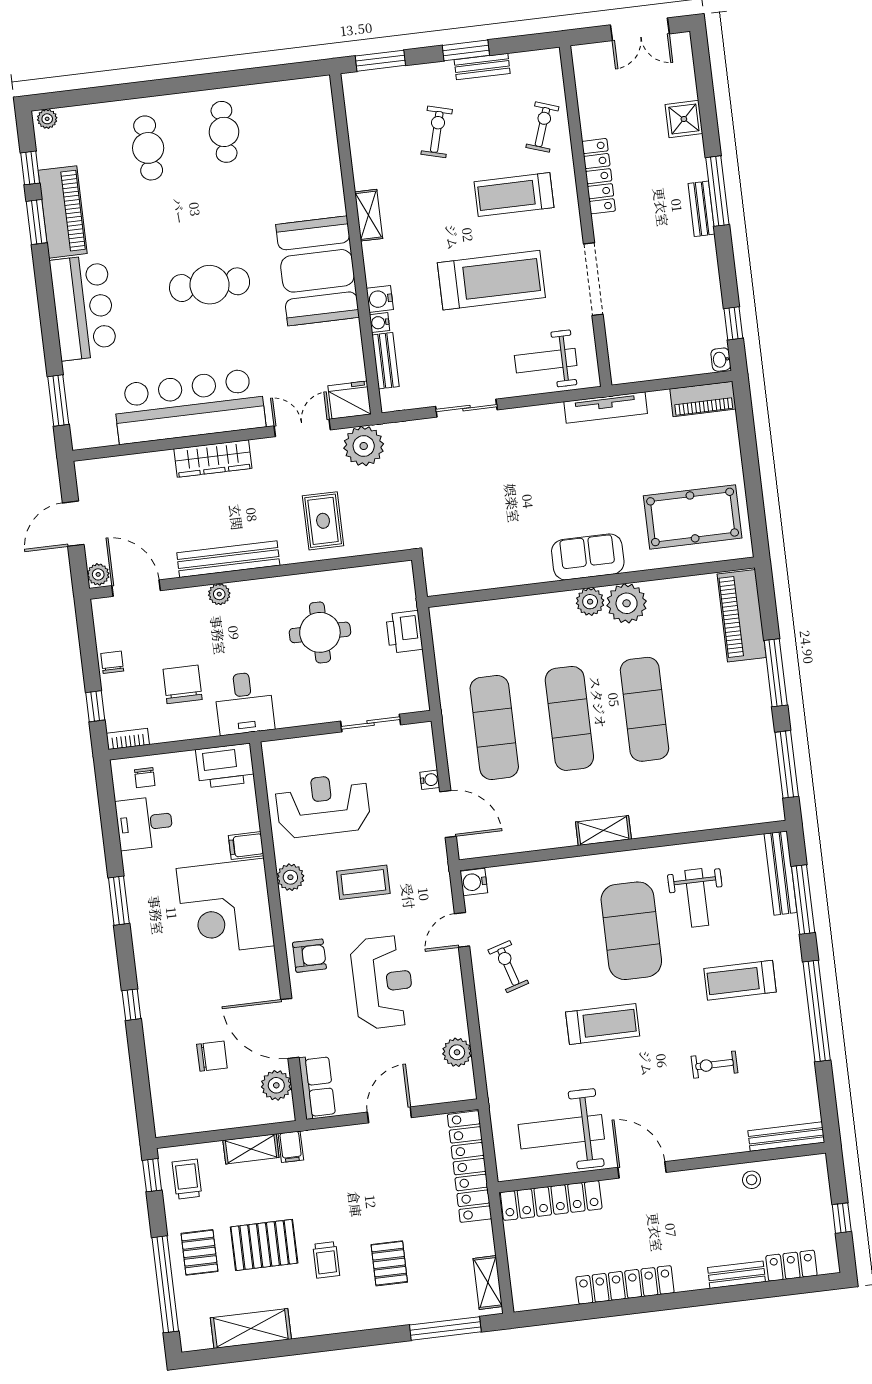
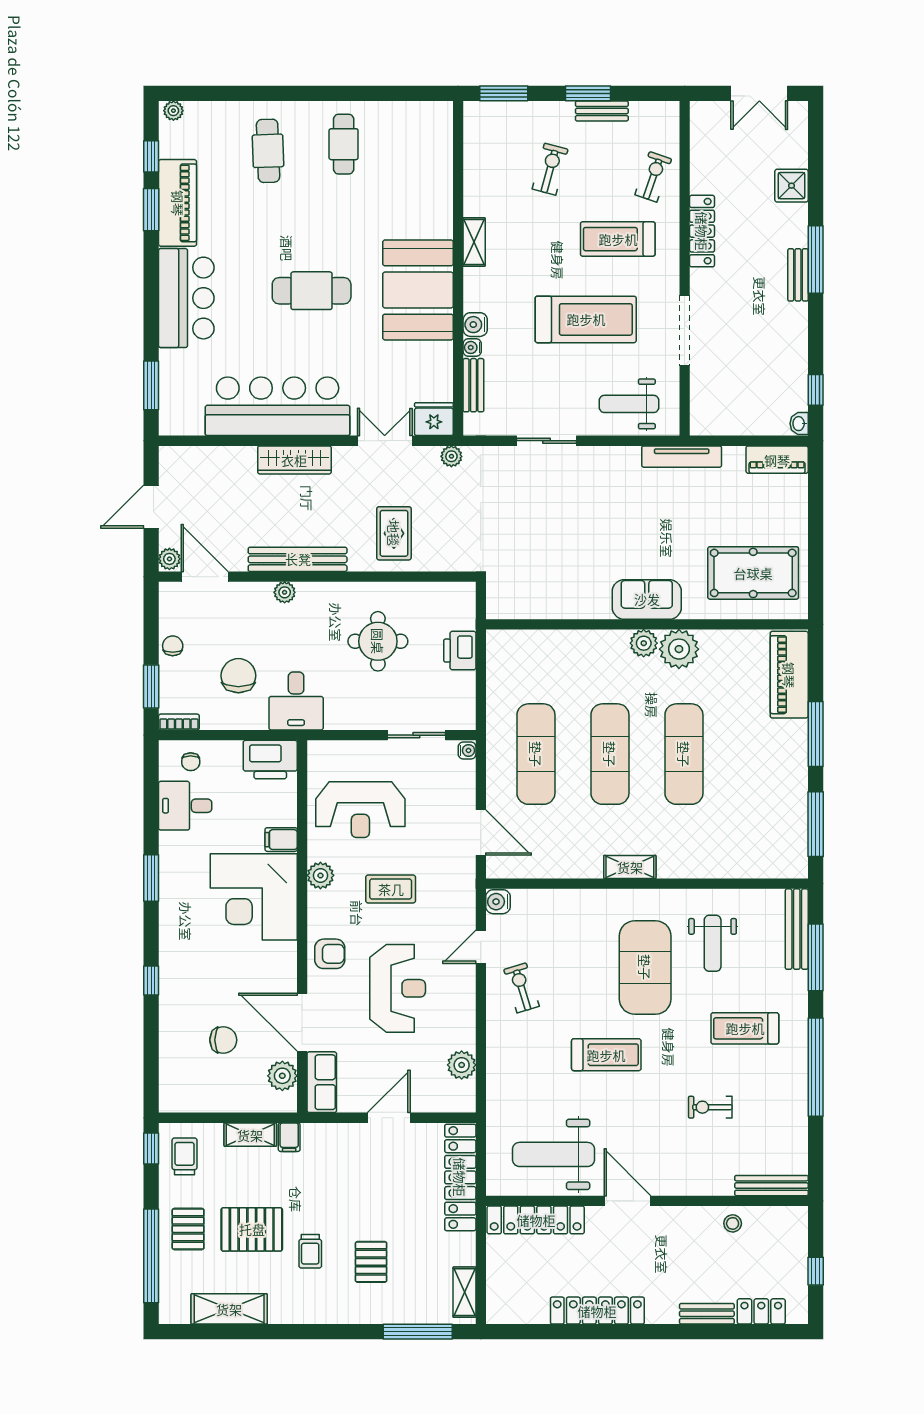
plant: (364, 446) -> (451, 456), width x0.53, depth x0.53
window: (95, 706) -> (151, 687), width x1.50
water cooler: (430, 780) -> (467, 750), moved
reception desk: (323, 806) -> (360, 810), turned 180

